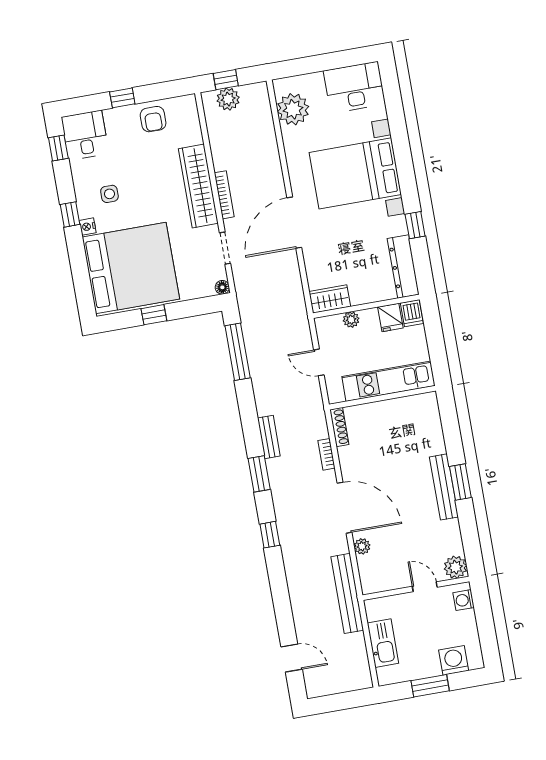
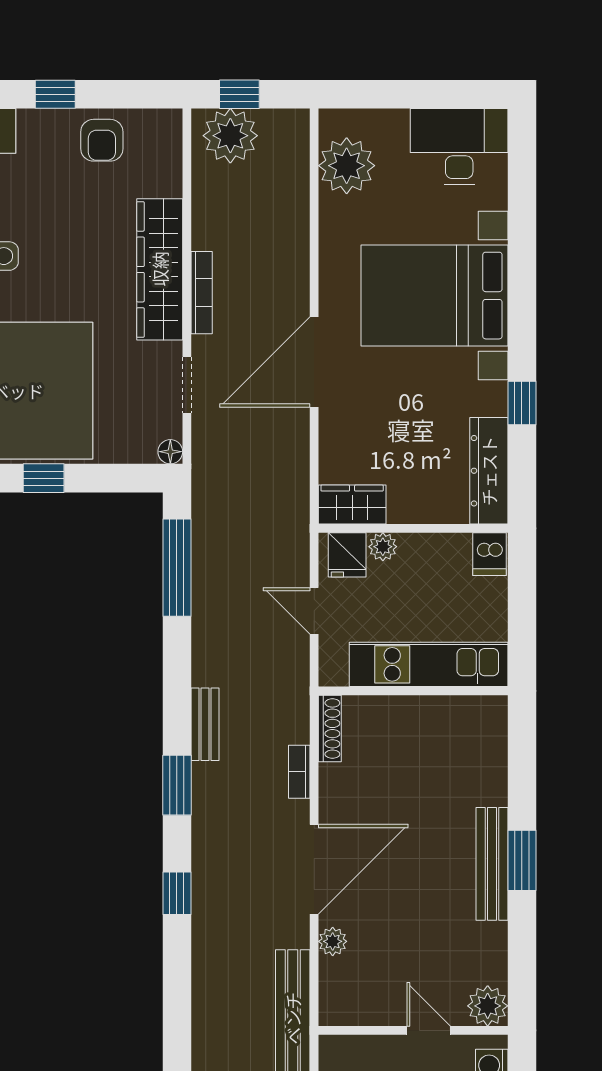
plant: (228, 99) -> (230, 136), width x1.36, depth x1.36
fridge: (390, 317) -> (347, 555), moved
door: (344, 508) -> (314, 869), hinge flipped

